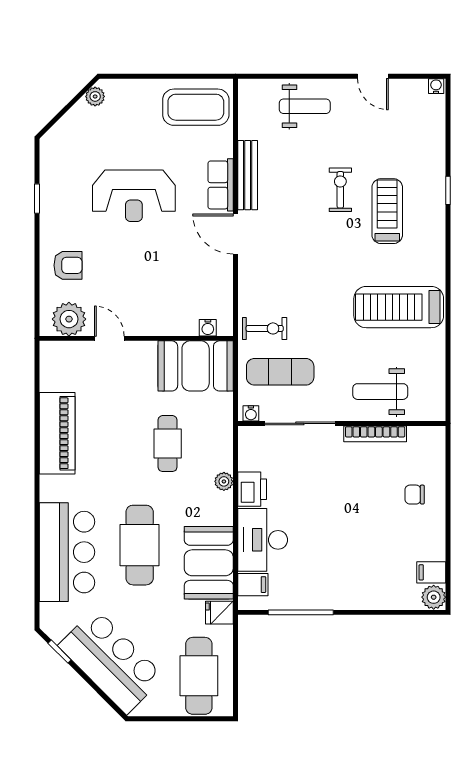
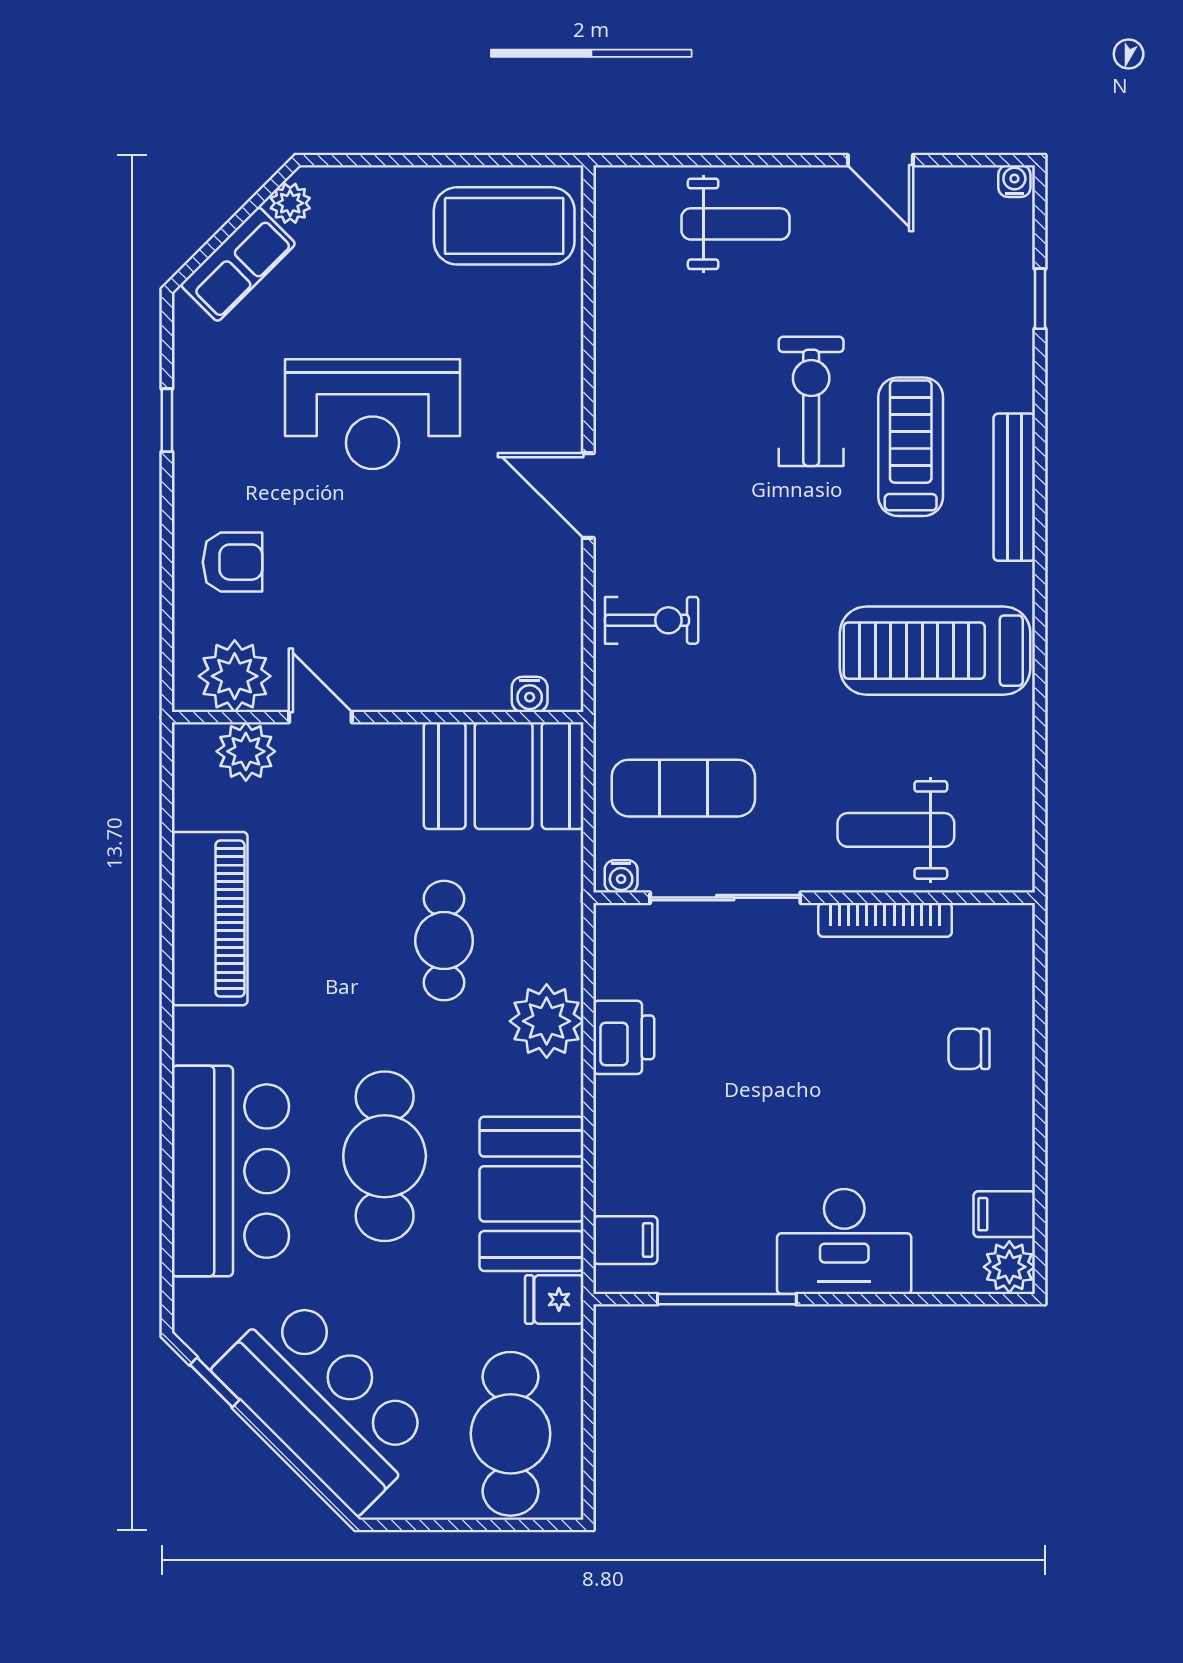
bench: (248, 175) -> (1014, 487), moved
row of seats: (221, 185) -> (238, 264), moved, turned -135
exercise bike: (340, 190) -> (811, 401), width x1.38, depth x1.39
window: (448, 190) -> (1040, 299), moved
exercise bike: (265, 328) -> (652, 620), moved
plant: (74, 355) -> (246, 751), added
plant: (224, 481) -> (547, 1021), width x1.88, depth x1.88
desk: (263, 540) -> (844, 1241), moved, turned -90

